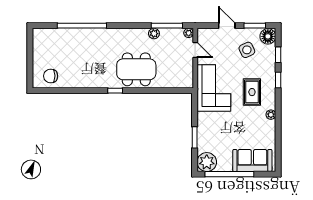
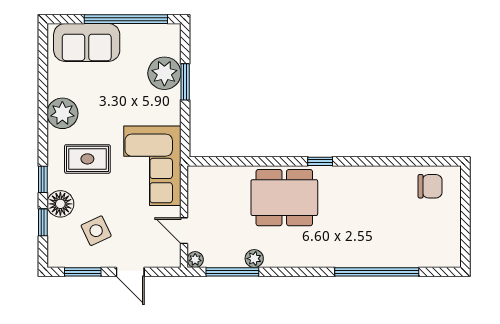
floor lamp: (268, 36) -> (60, 204), moved
rug: (252, 92) -> (87, 159), turned 90
plant: (271, 115) -> (62, 113), width x1.88, depth x1.88
plant: (207, 162) -> (164, 73), moved

